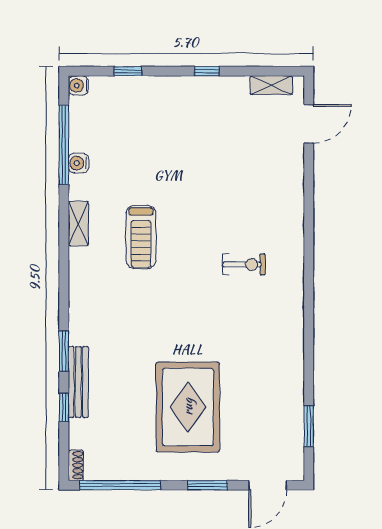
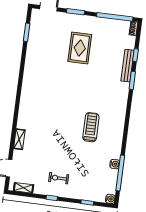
shelving: (78, 224) -> (19, 139), moved
exercise bike: (244, 264) -> (59, 178), moved
rug: (188, 407) -> (80, 48), width x0.73, depth x0.69

